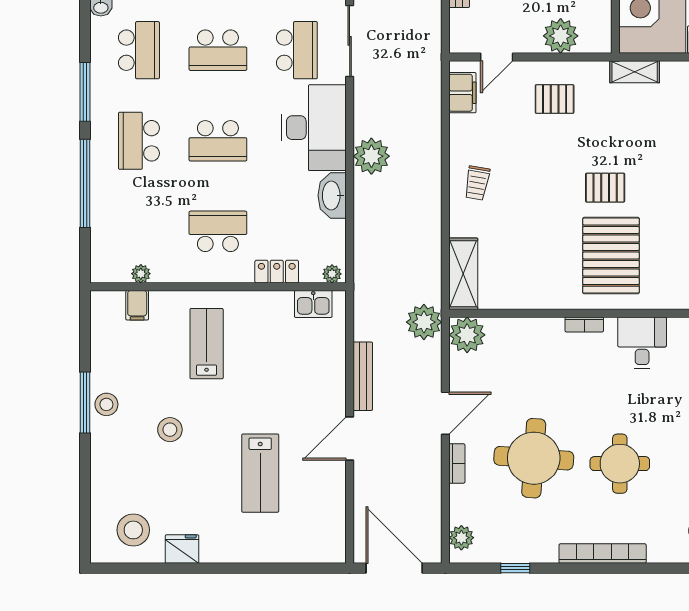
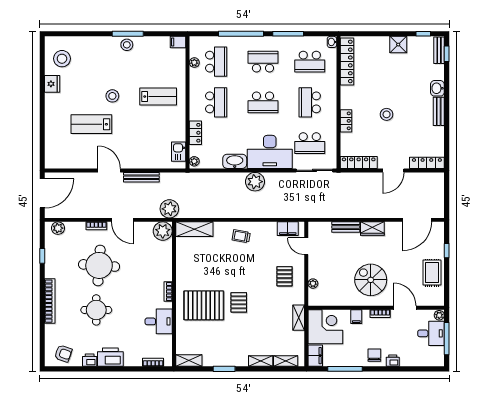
plant: (561, 36) -> (313, 284), width x0.53, depth x0.53
school desk: (218, 141) -> (263, 102), turned -90
school desk: (139, 231) -> (216, 62), added
filing cabinet: (137, 305) -> (178, 42), moved
stool: (170, 430) -> (112, 96), moved

